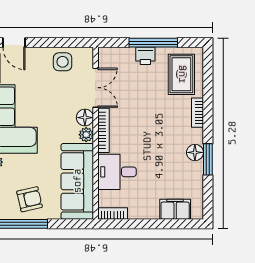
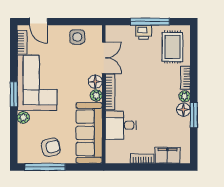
plant: (196, 136) -> (185, 96), added
bookcase: (113, 213) -> (142, 159), moved

